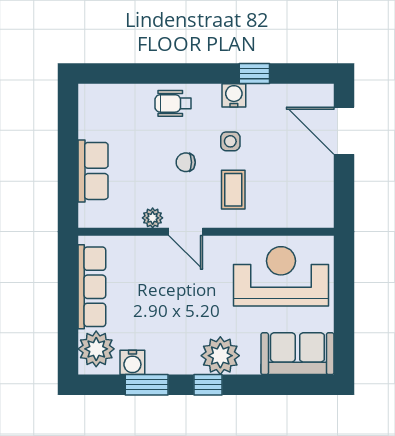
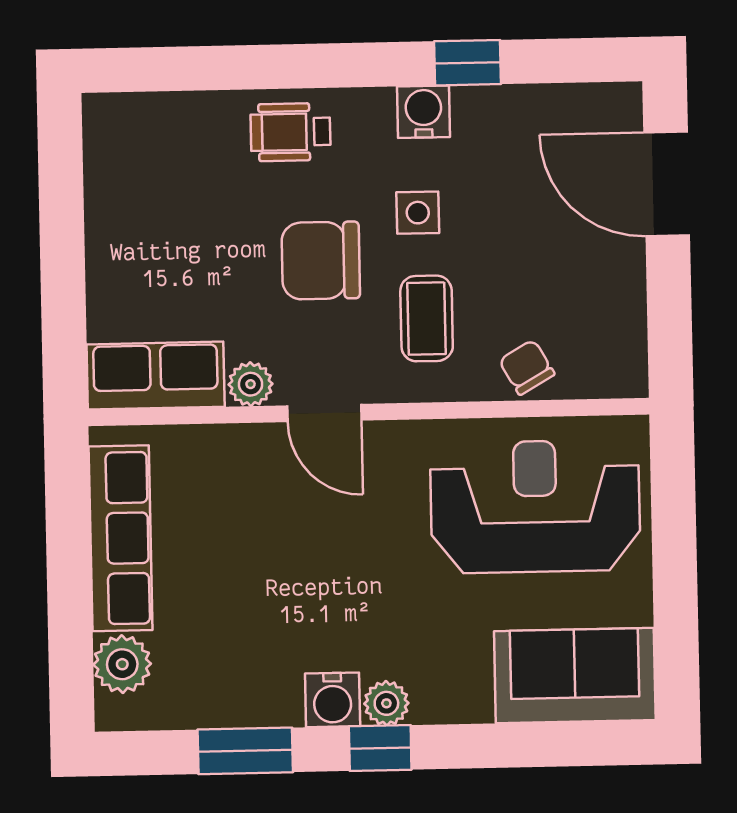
chair: (186, 162) -> (321, 261), width x1.87, depth x1.87
row of seats: (93, 171) -> (156, 376), moved, turned -90
chair: (278, 213) -> (527, 367), added
plant: (96, 349) -> (122, 664), width x0.73, depth x0.73
plant: (220, 356) -> (386, 703), width x0.53, depth x0.53
water cooler: (132, 362) -> (333, 700), moved

